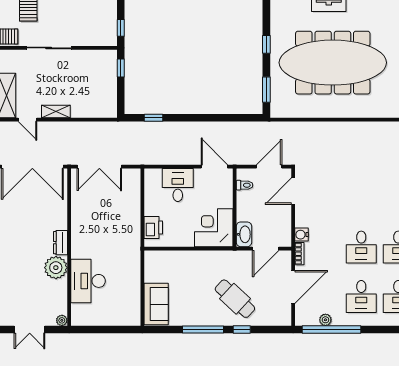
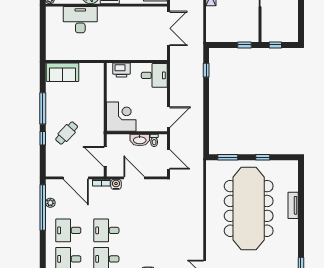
double door: (99, 167) -> (168, 28), swing flipped
desk: (178, 185) -> (154, 75), moved
door: (293, 191) -> (134, 178), moved
washbasin: (244, 234) -> (140, 140), moved
cafe table: (235, 299) -> (67, 133), width x0.73, depth x0.74

